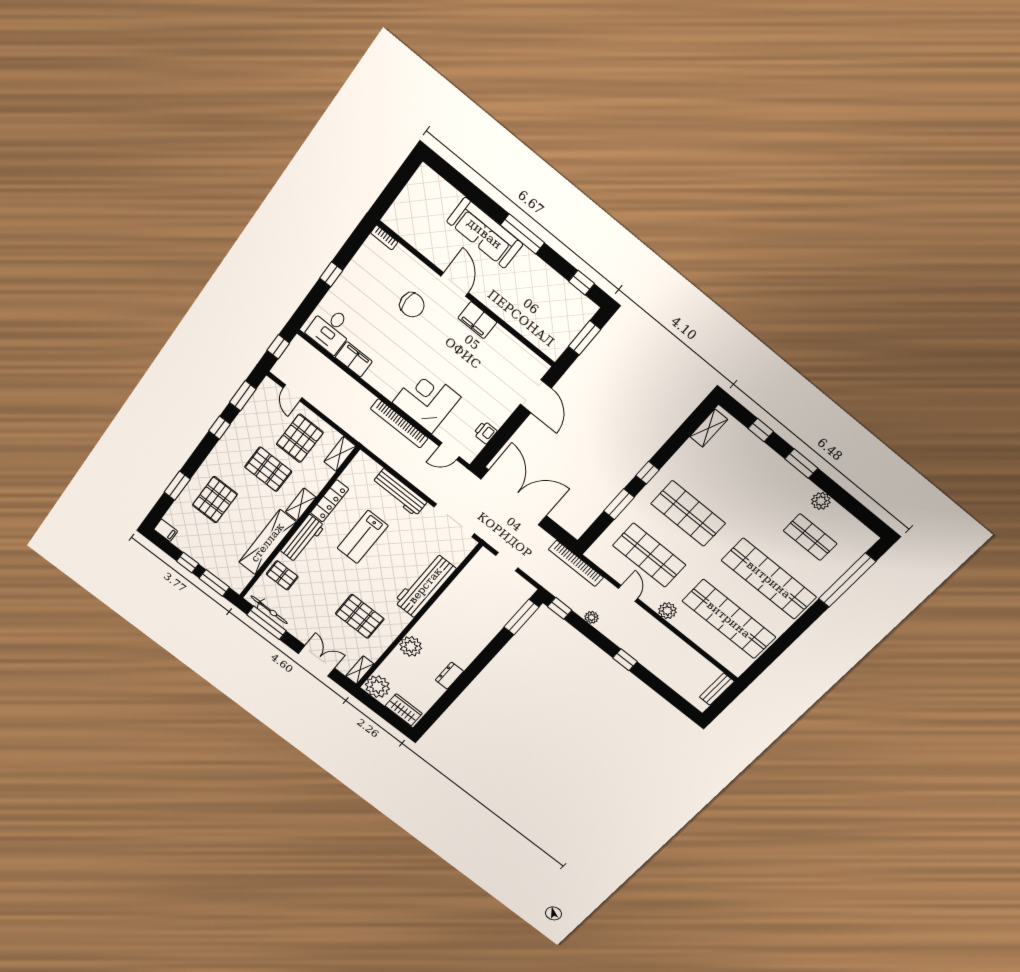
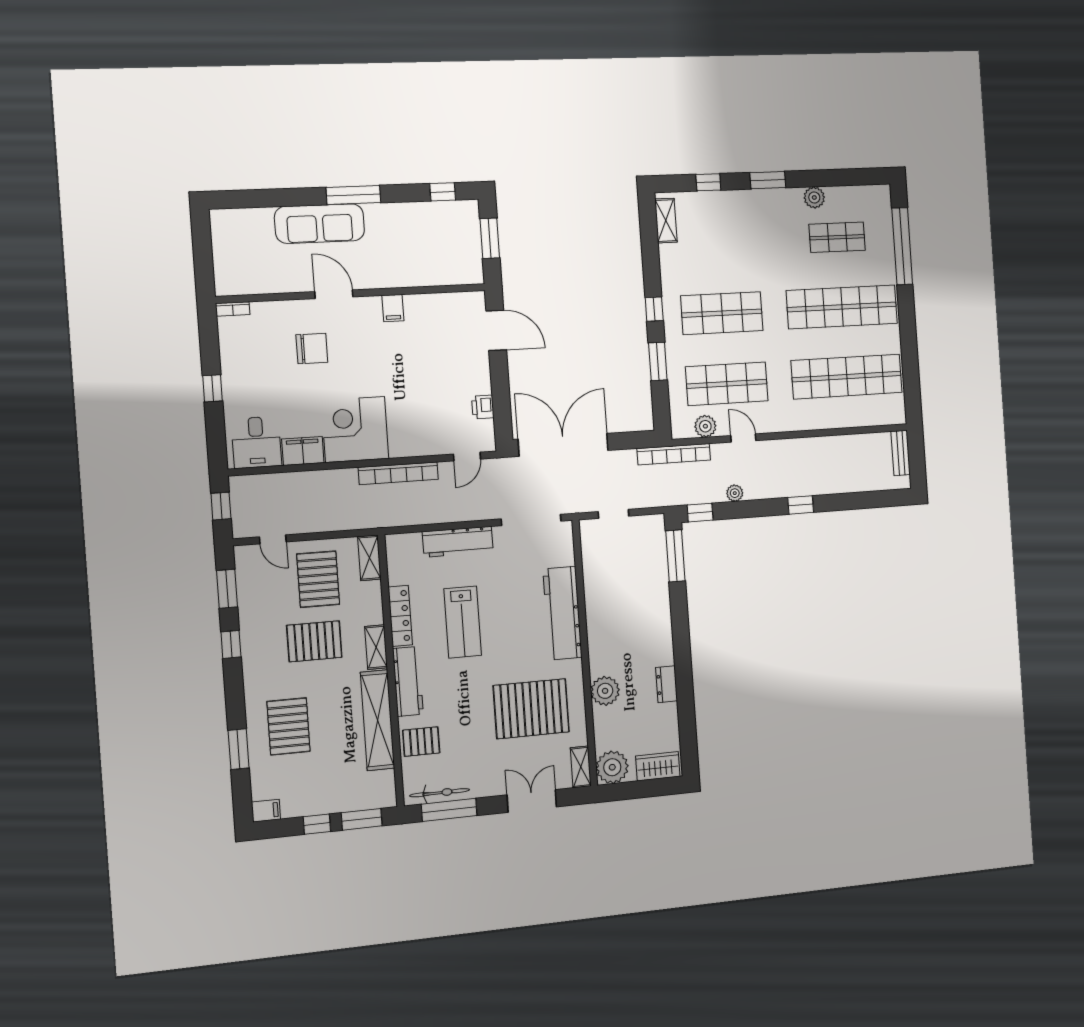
filing cabinet: (477, 320) -> (393, 308), width x0.50
corner desk: (426, 400) -> (355, 429), moved
plant: (667, 611) -> (705, 426), moved
pallet: (360, 616) -> (531, 709), width x1.37, depth x1.41

